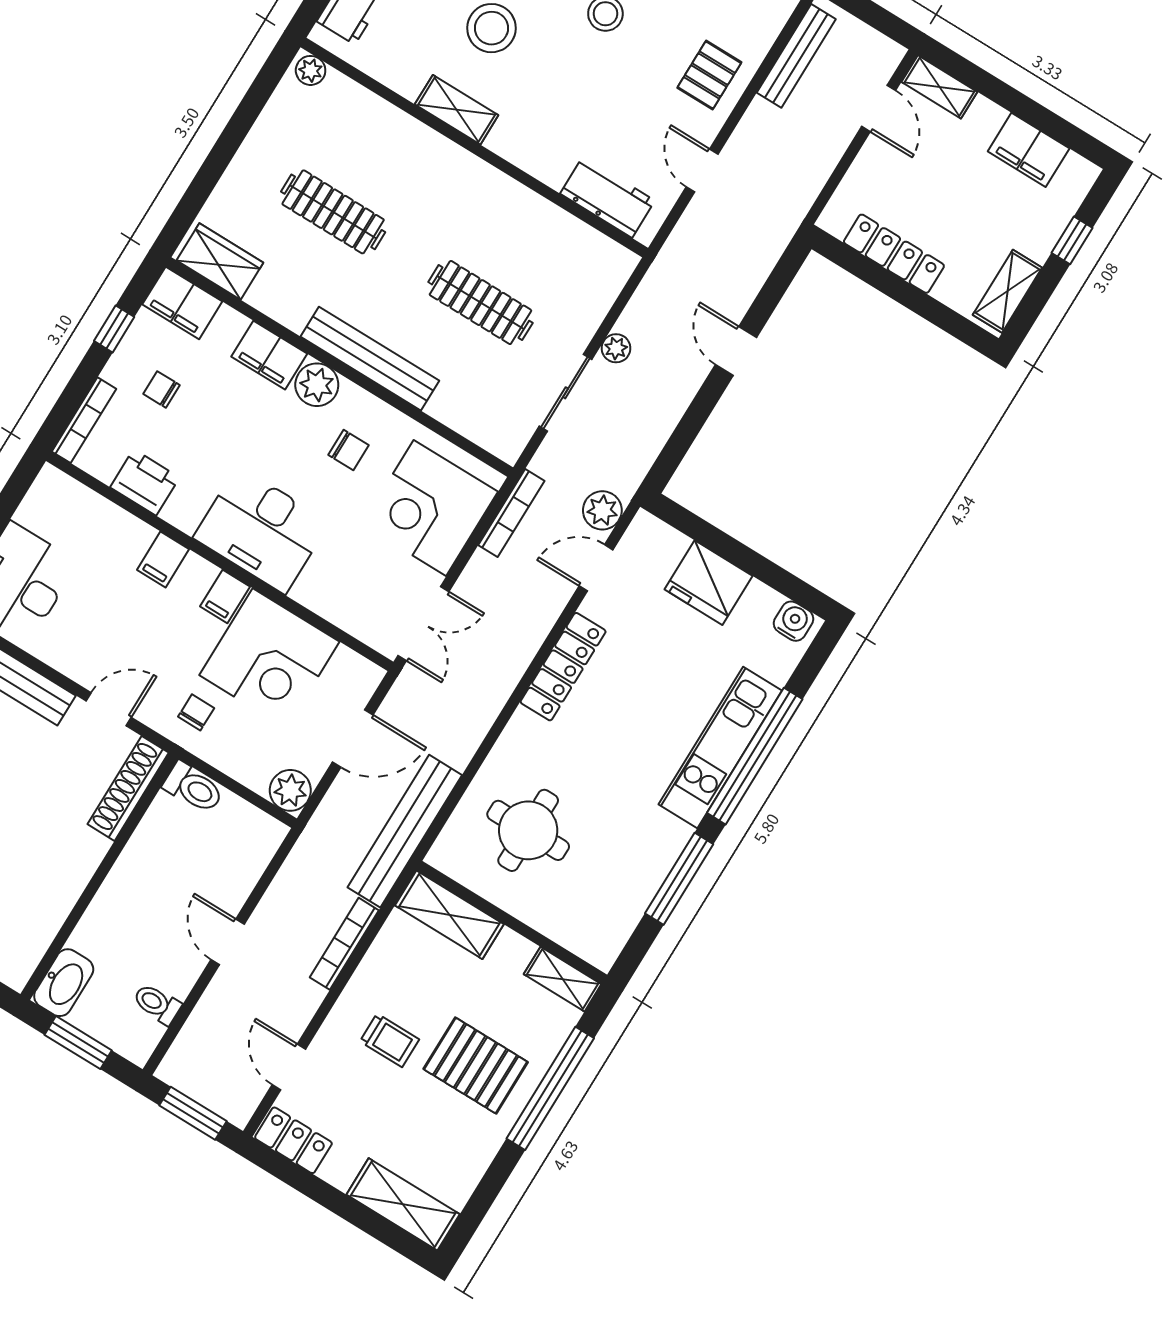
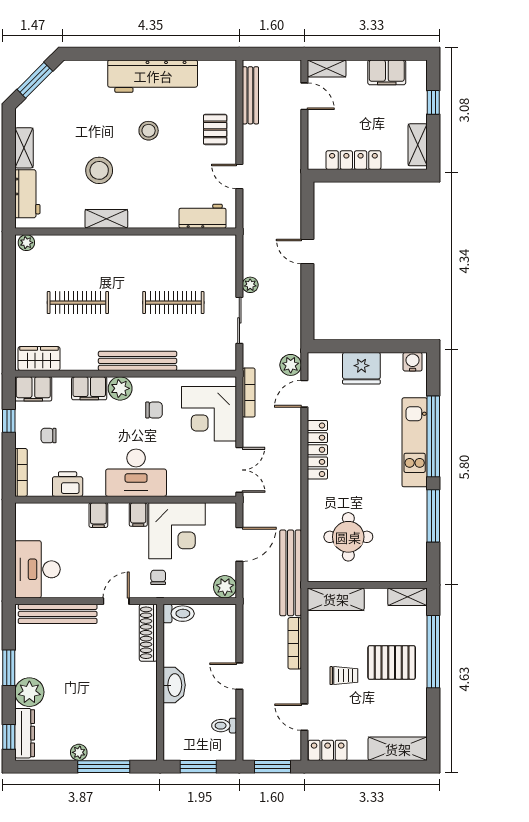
washbasin: (64, 983) -> (174, 685), moved

